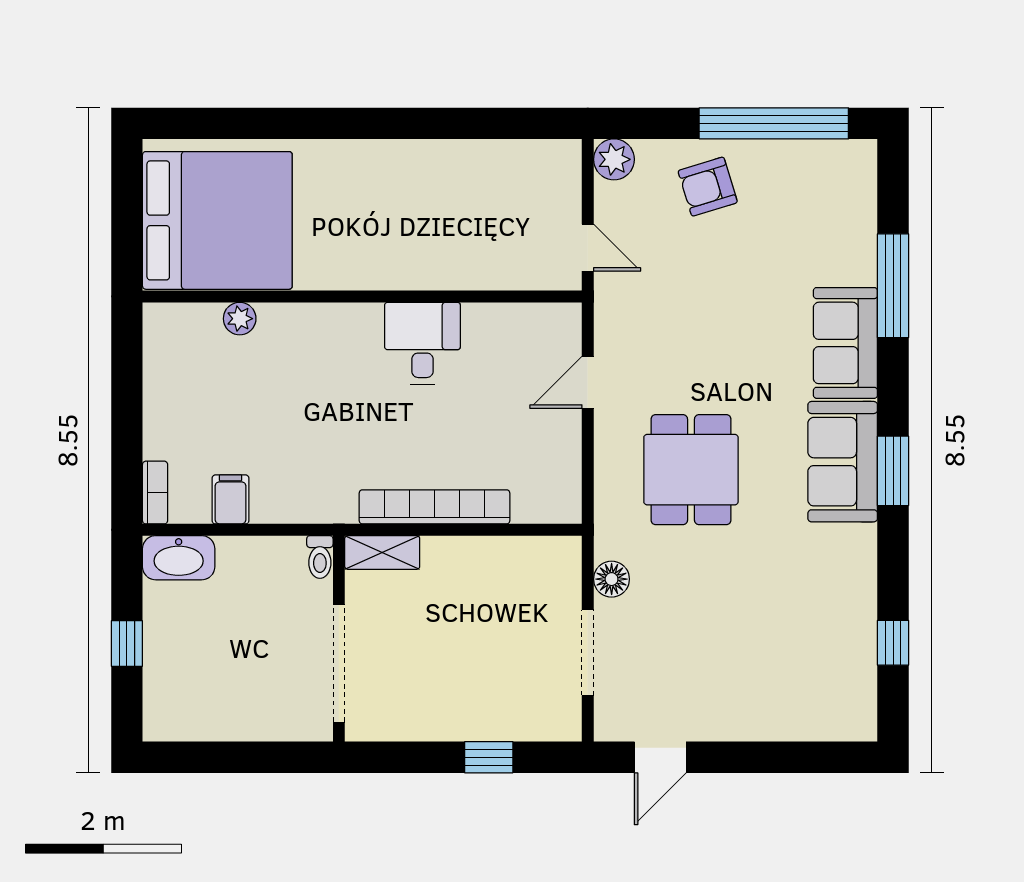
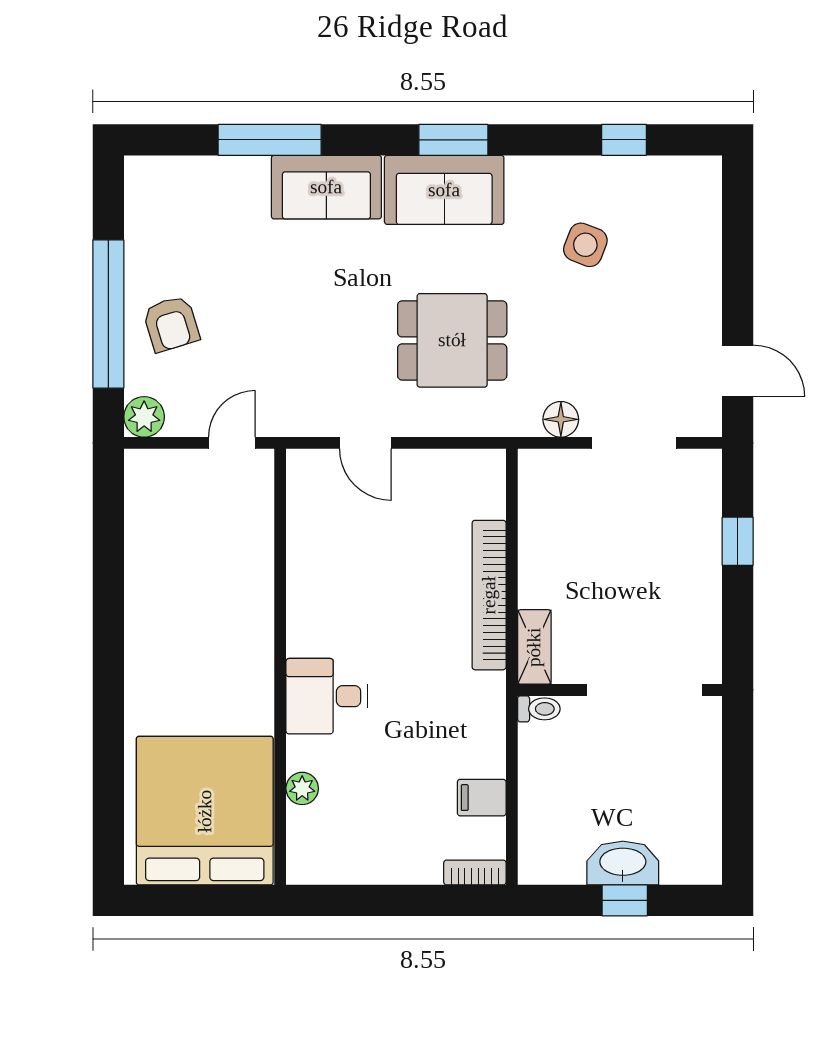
window: (774, 123) -> (108, 314), moved
desk: (422, 343) -> (327, 696), moved
washbasin: (179, 558) -> (623, 863), moved, turned -90
side table: (787, 604) -> (585, 245), added

